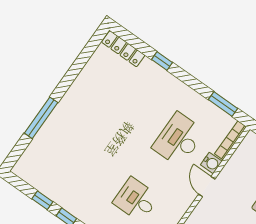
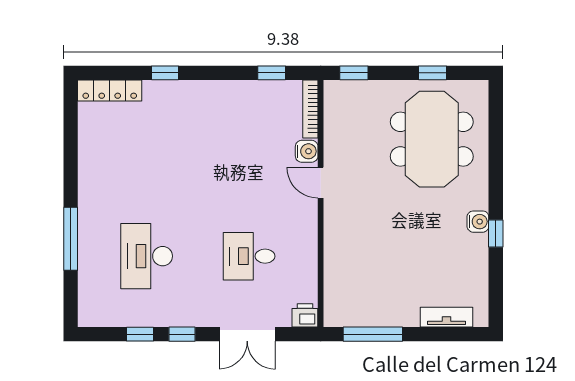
window: (223, 104) -> (272, 73), width x0.67
desk: (179, 139) -> (147, 256), moved

